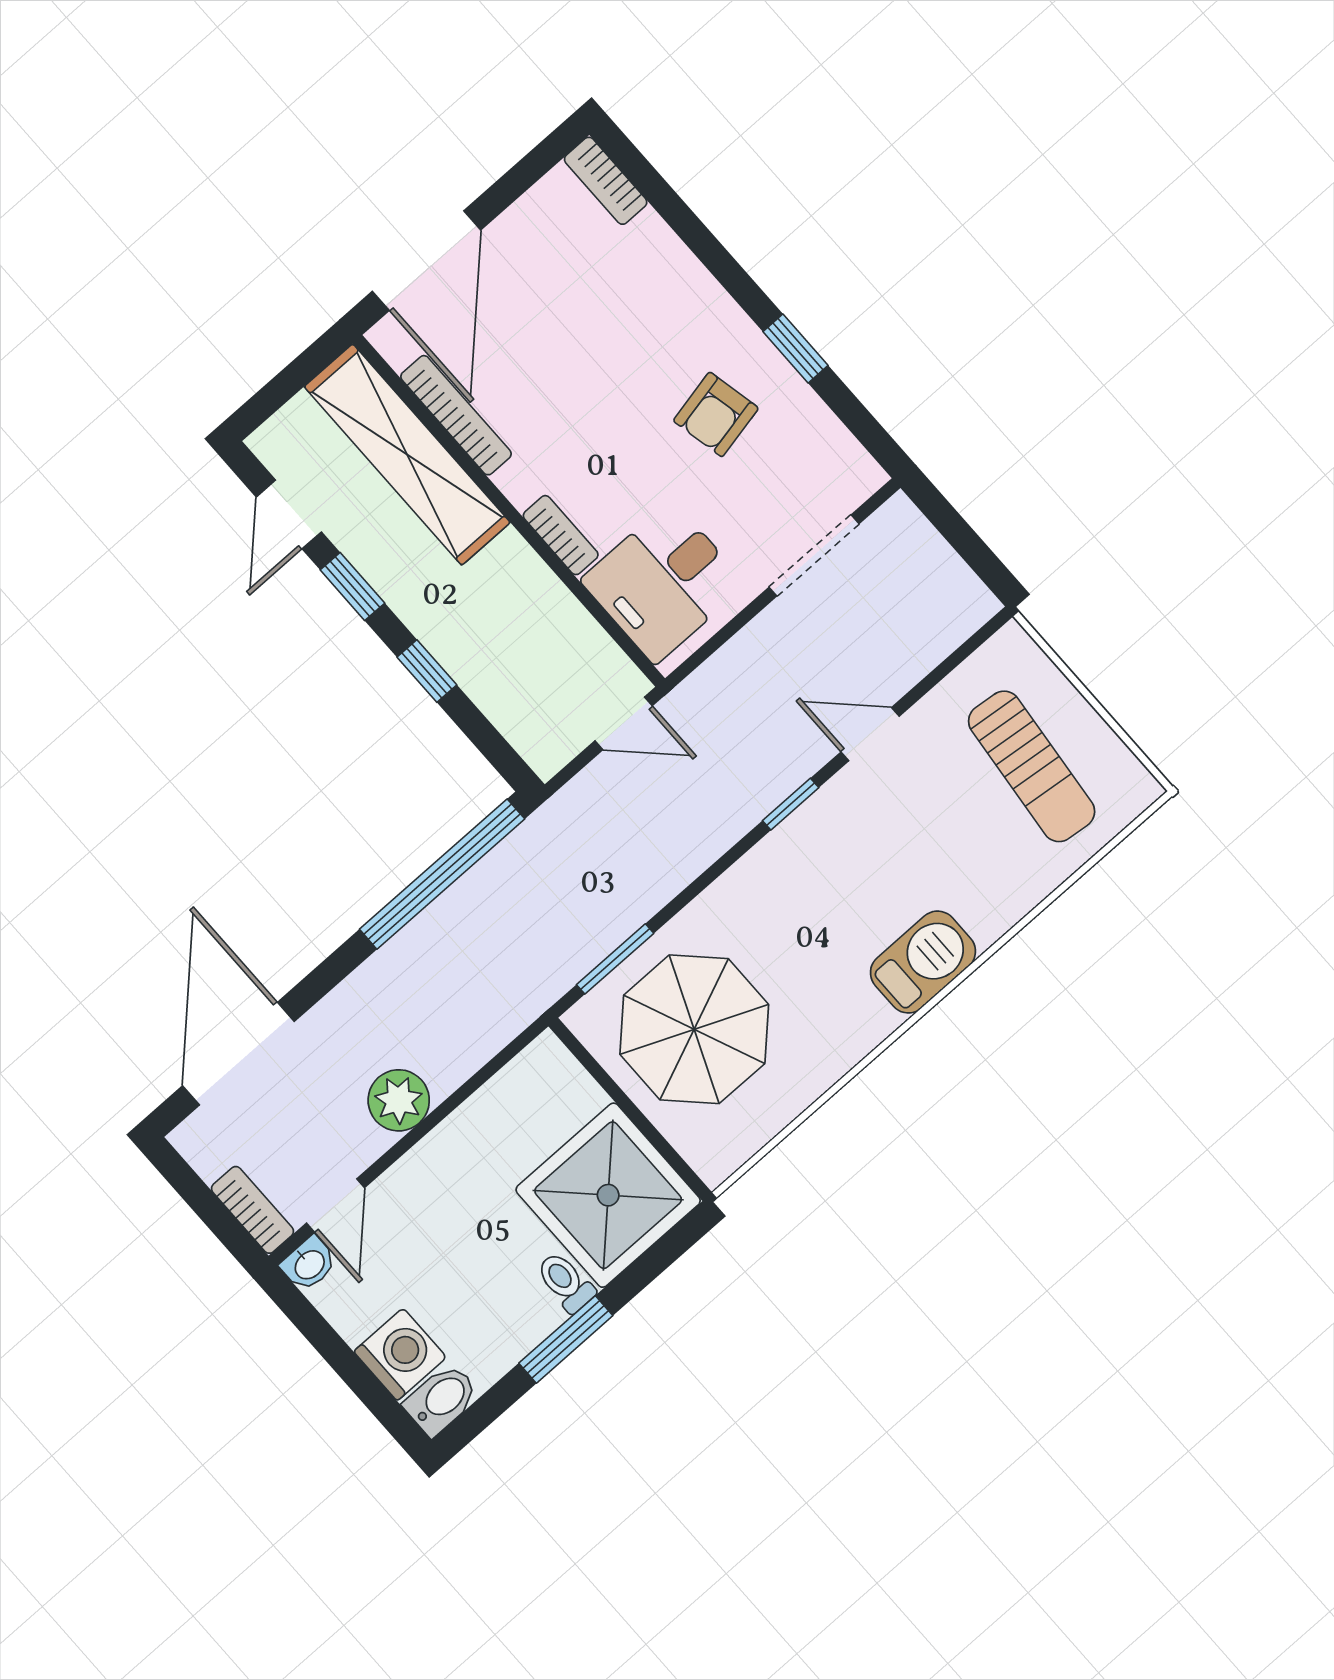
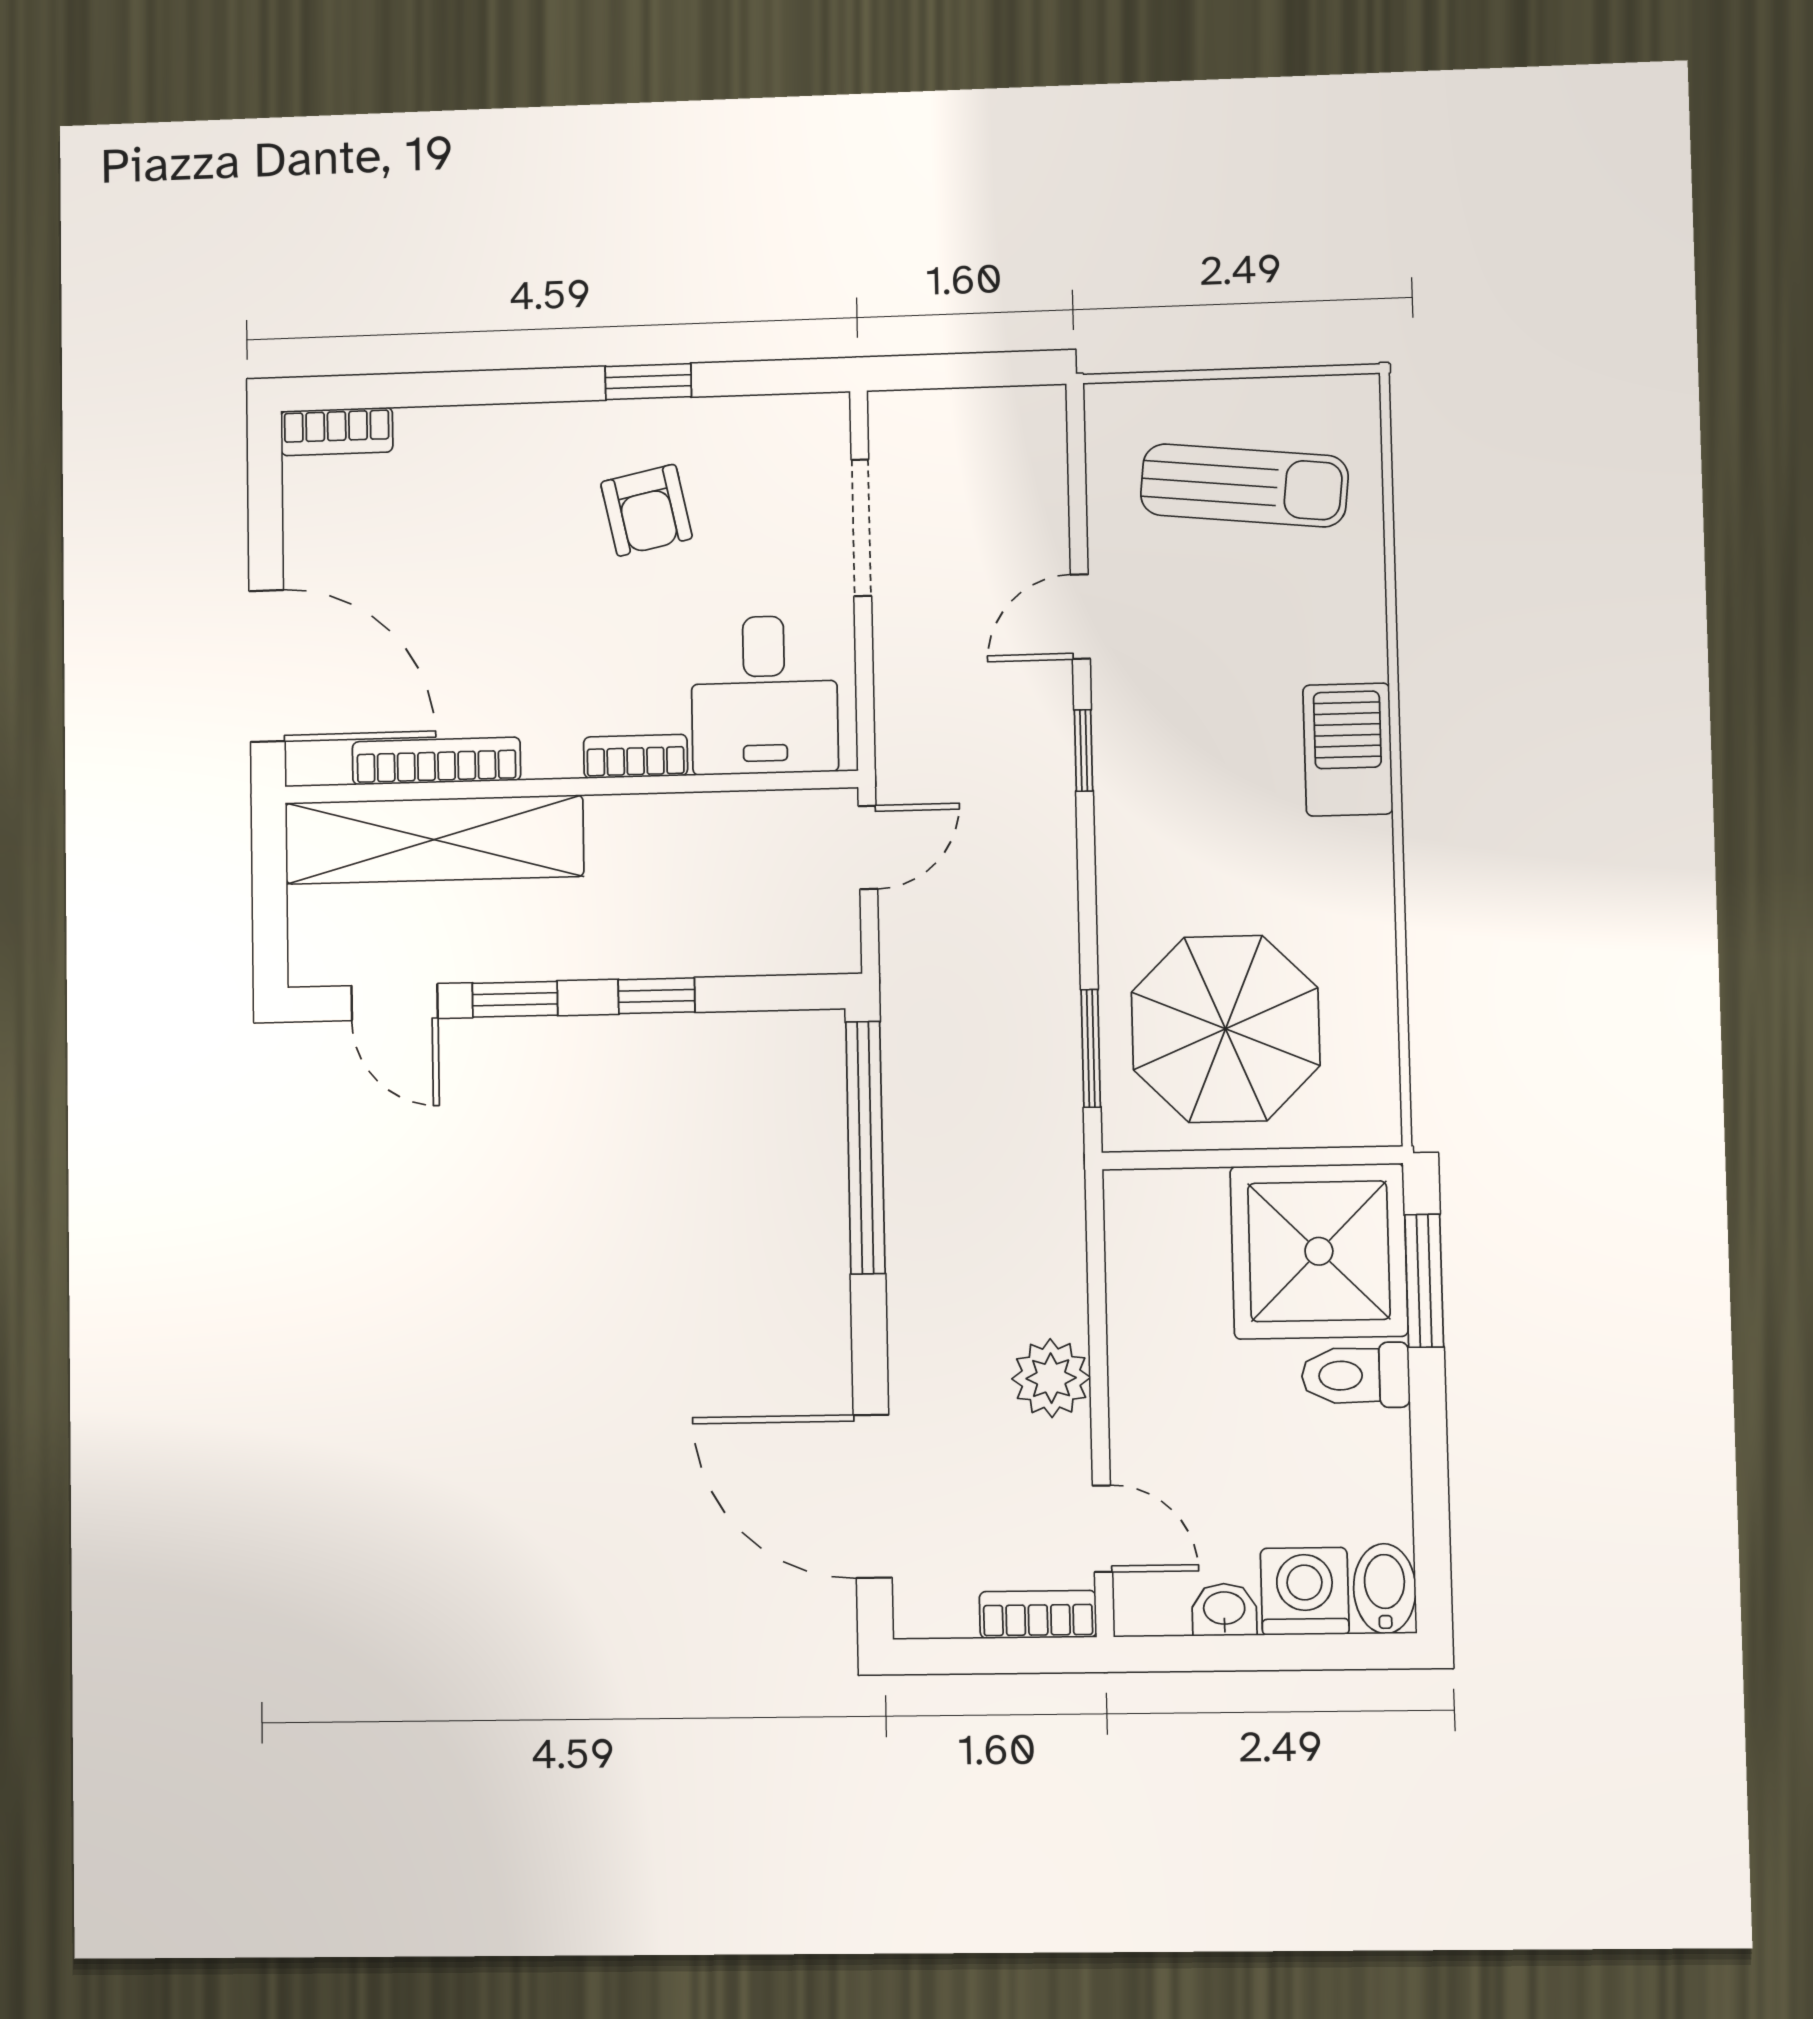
washbasin: (309, 1264) -> (1224, 1610), moved, turned -90
toilet: (566, 1282) -> (1356, 1375), width x1.37, depth x1.39
window: (566, 1339) -> (1424, 1281), moved

